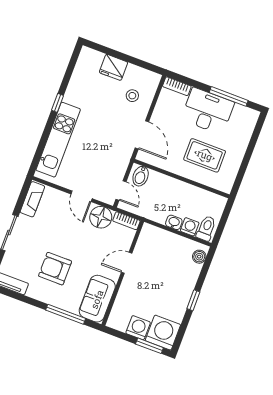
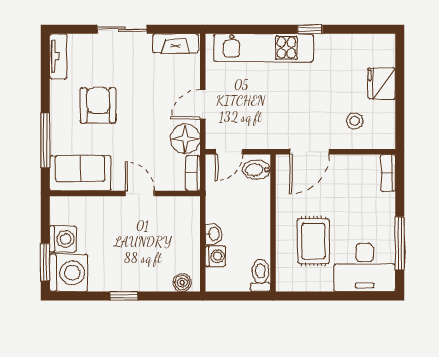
desk: (208, 111) -> (365, 268), moved, turned 90
toilet: (206, 228) -> (260, 275), moved, turned -90

